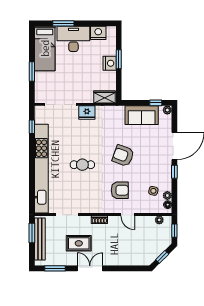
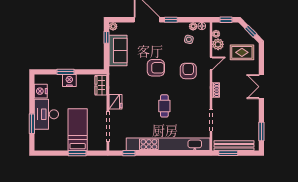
bed: (45, 48) -> (78, 130), moved, turned -90
armchair: (123, 156) -> (156, 68), turned -110
plant: (148, 222) -> (218, 44), added
rug: (79, 243) -> (242, 52), moved, turned 90
double door: (90, 268) -> (261, 87), moved

